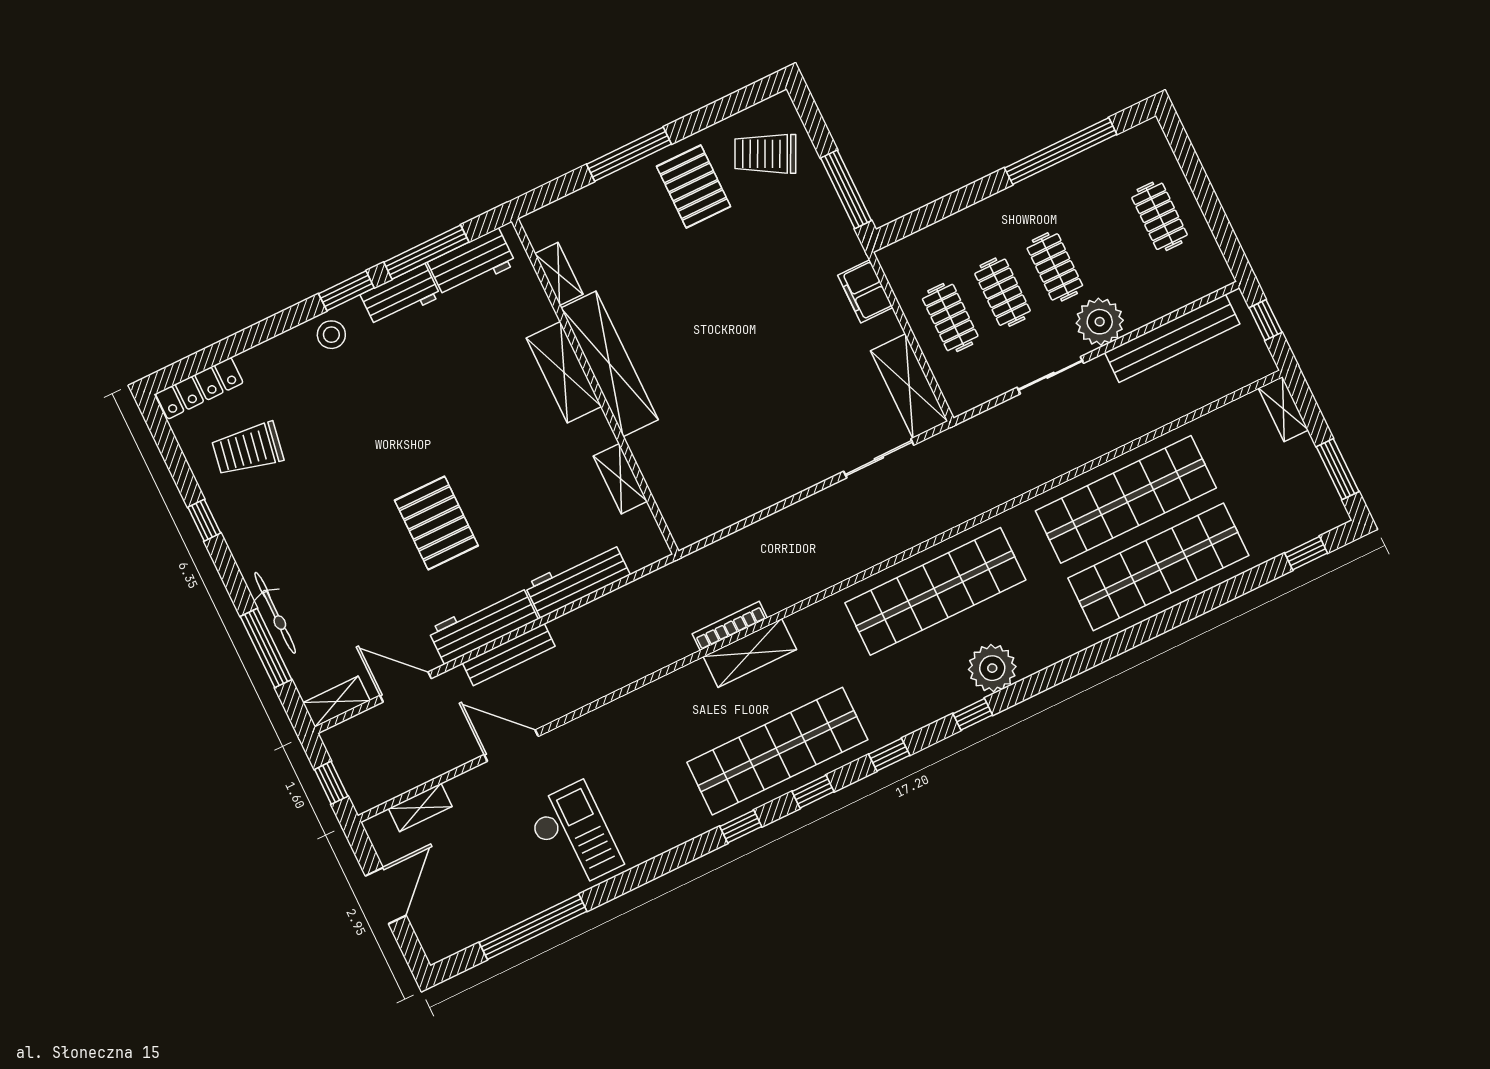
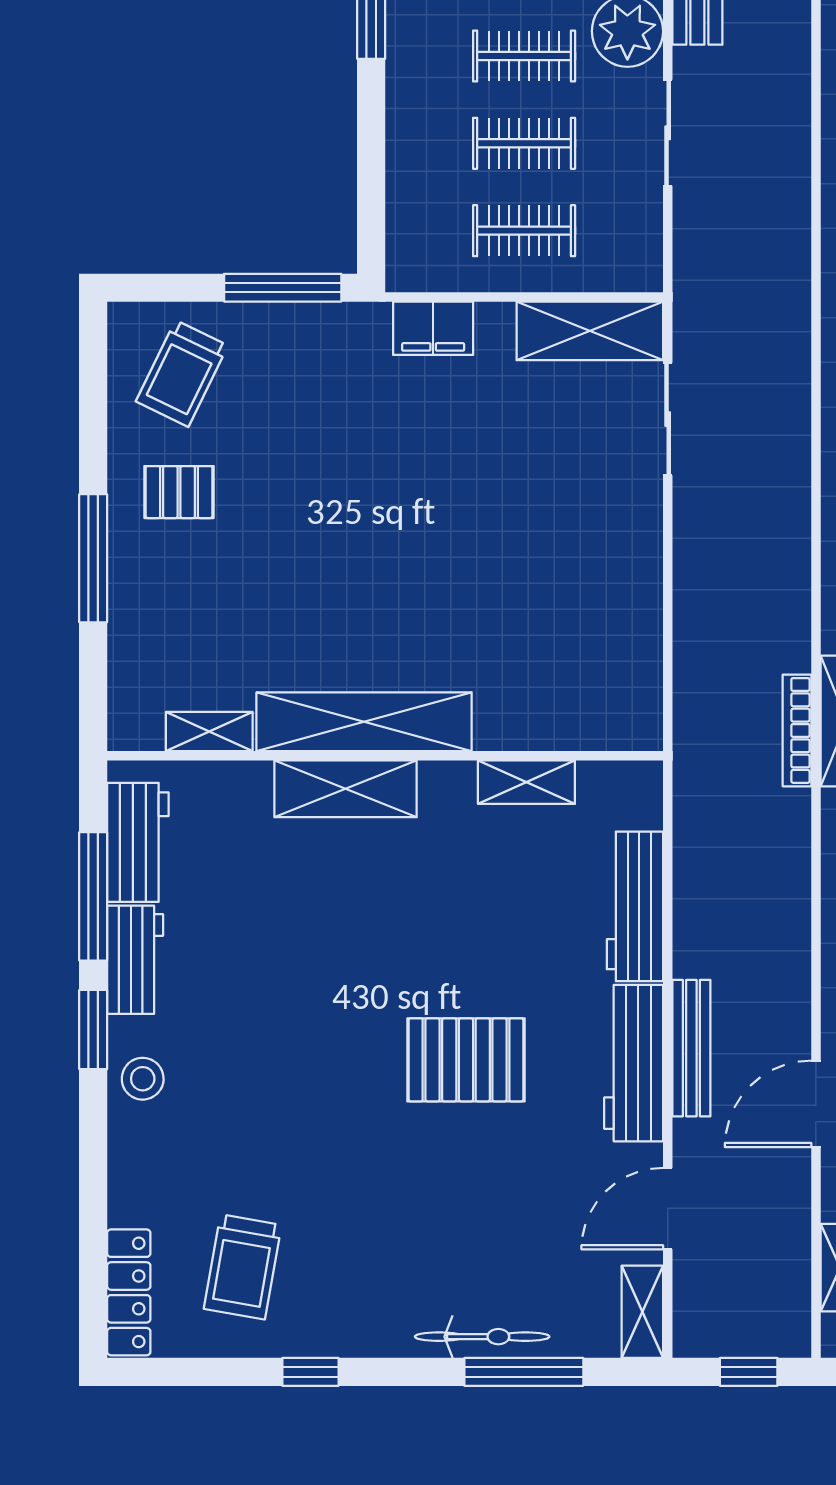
pallet: (694, 186) -> (179, 492), width x0.67, depth x0.71

